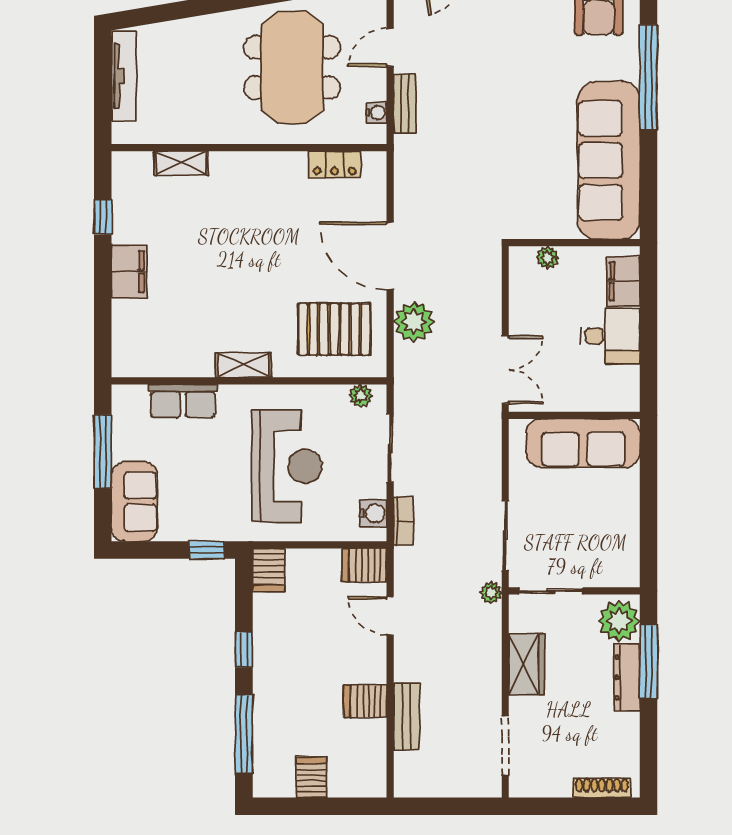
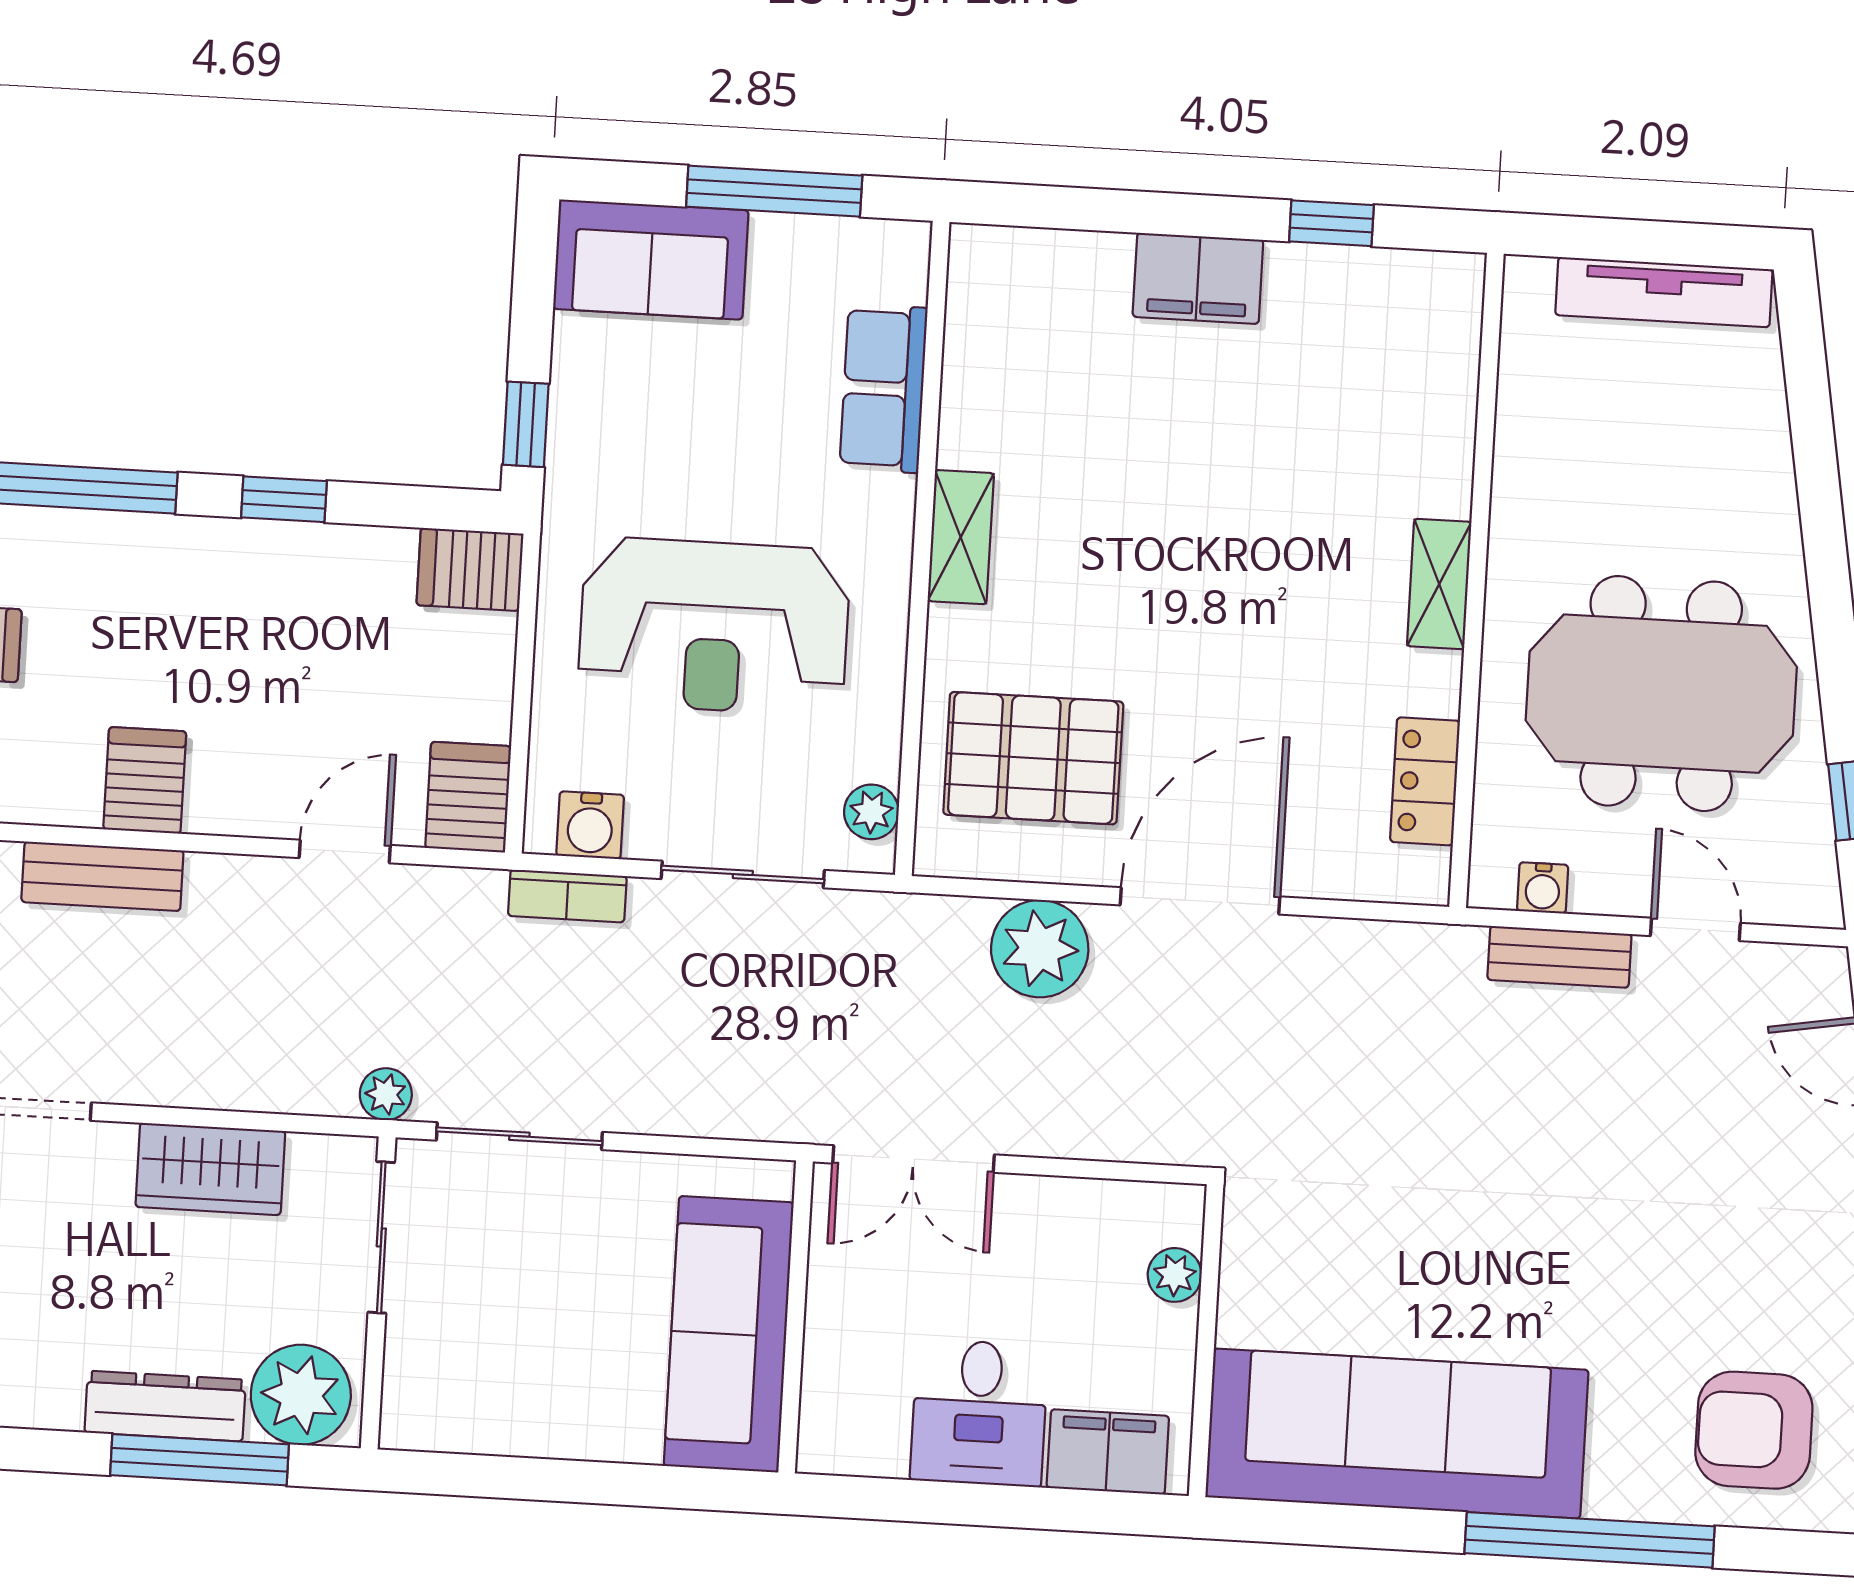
shelving: (181, 163) -> (1439, 584), moved
pallet: (334, 329) -> (1033, 758), turned 90

